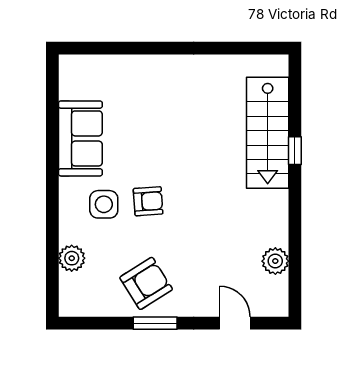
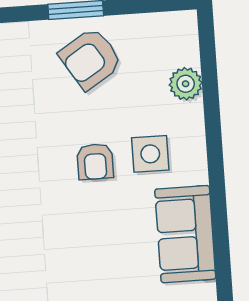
armchair: (148, 201) -> (95, 162), turned -86

